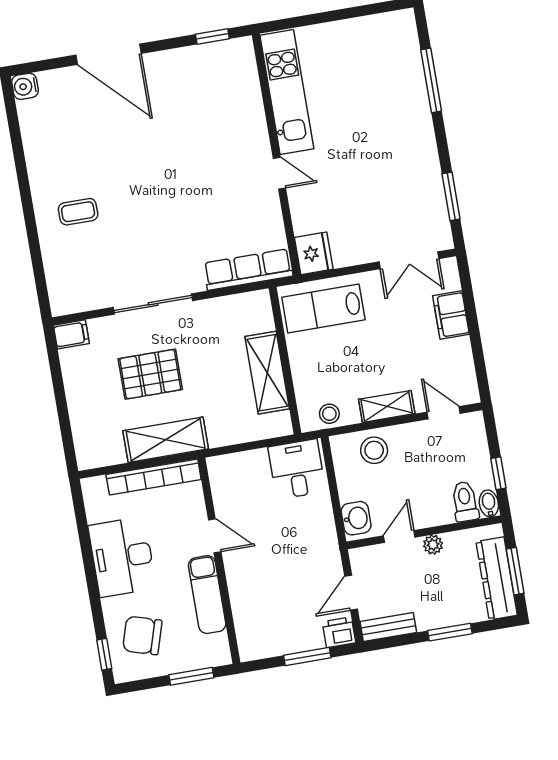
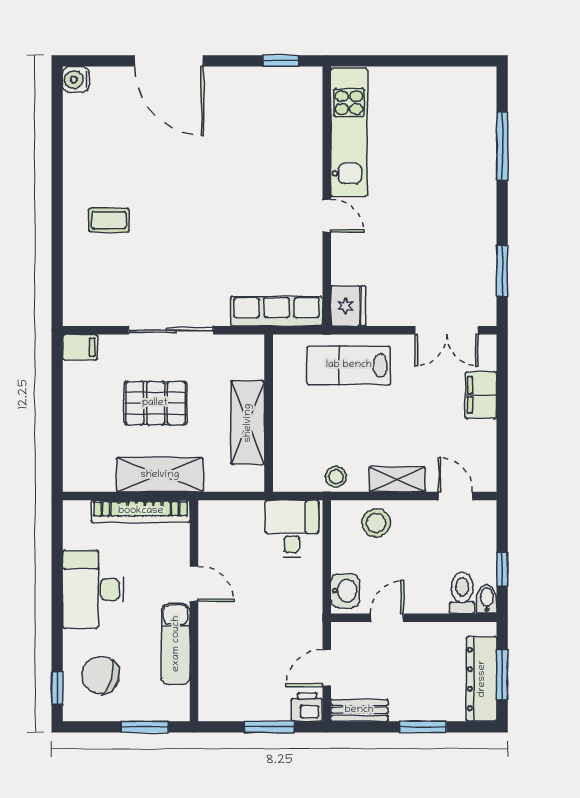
wall: (285, 361) -> (269, 413), moved
shelving: (267, 373) -> (248, 423), moved
plant: (433, 545) -> (421, 632), removed

